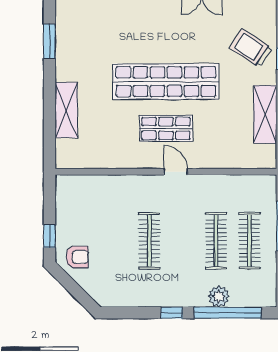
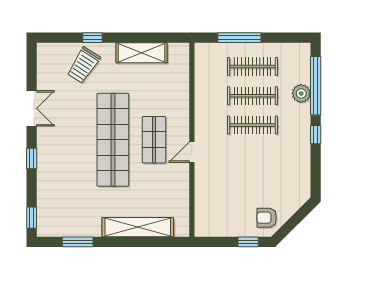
shelving: (66, 110) -> (138, 227), width x1.47
door: (176, 172) -> (192, 152), moved
clothes rail: (149, 241) -> (252, 125), moved
armchair: (77, 257) -> (267, 218), turned -90

